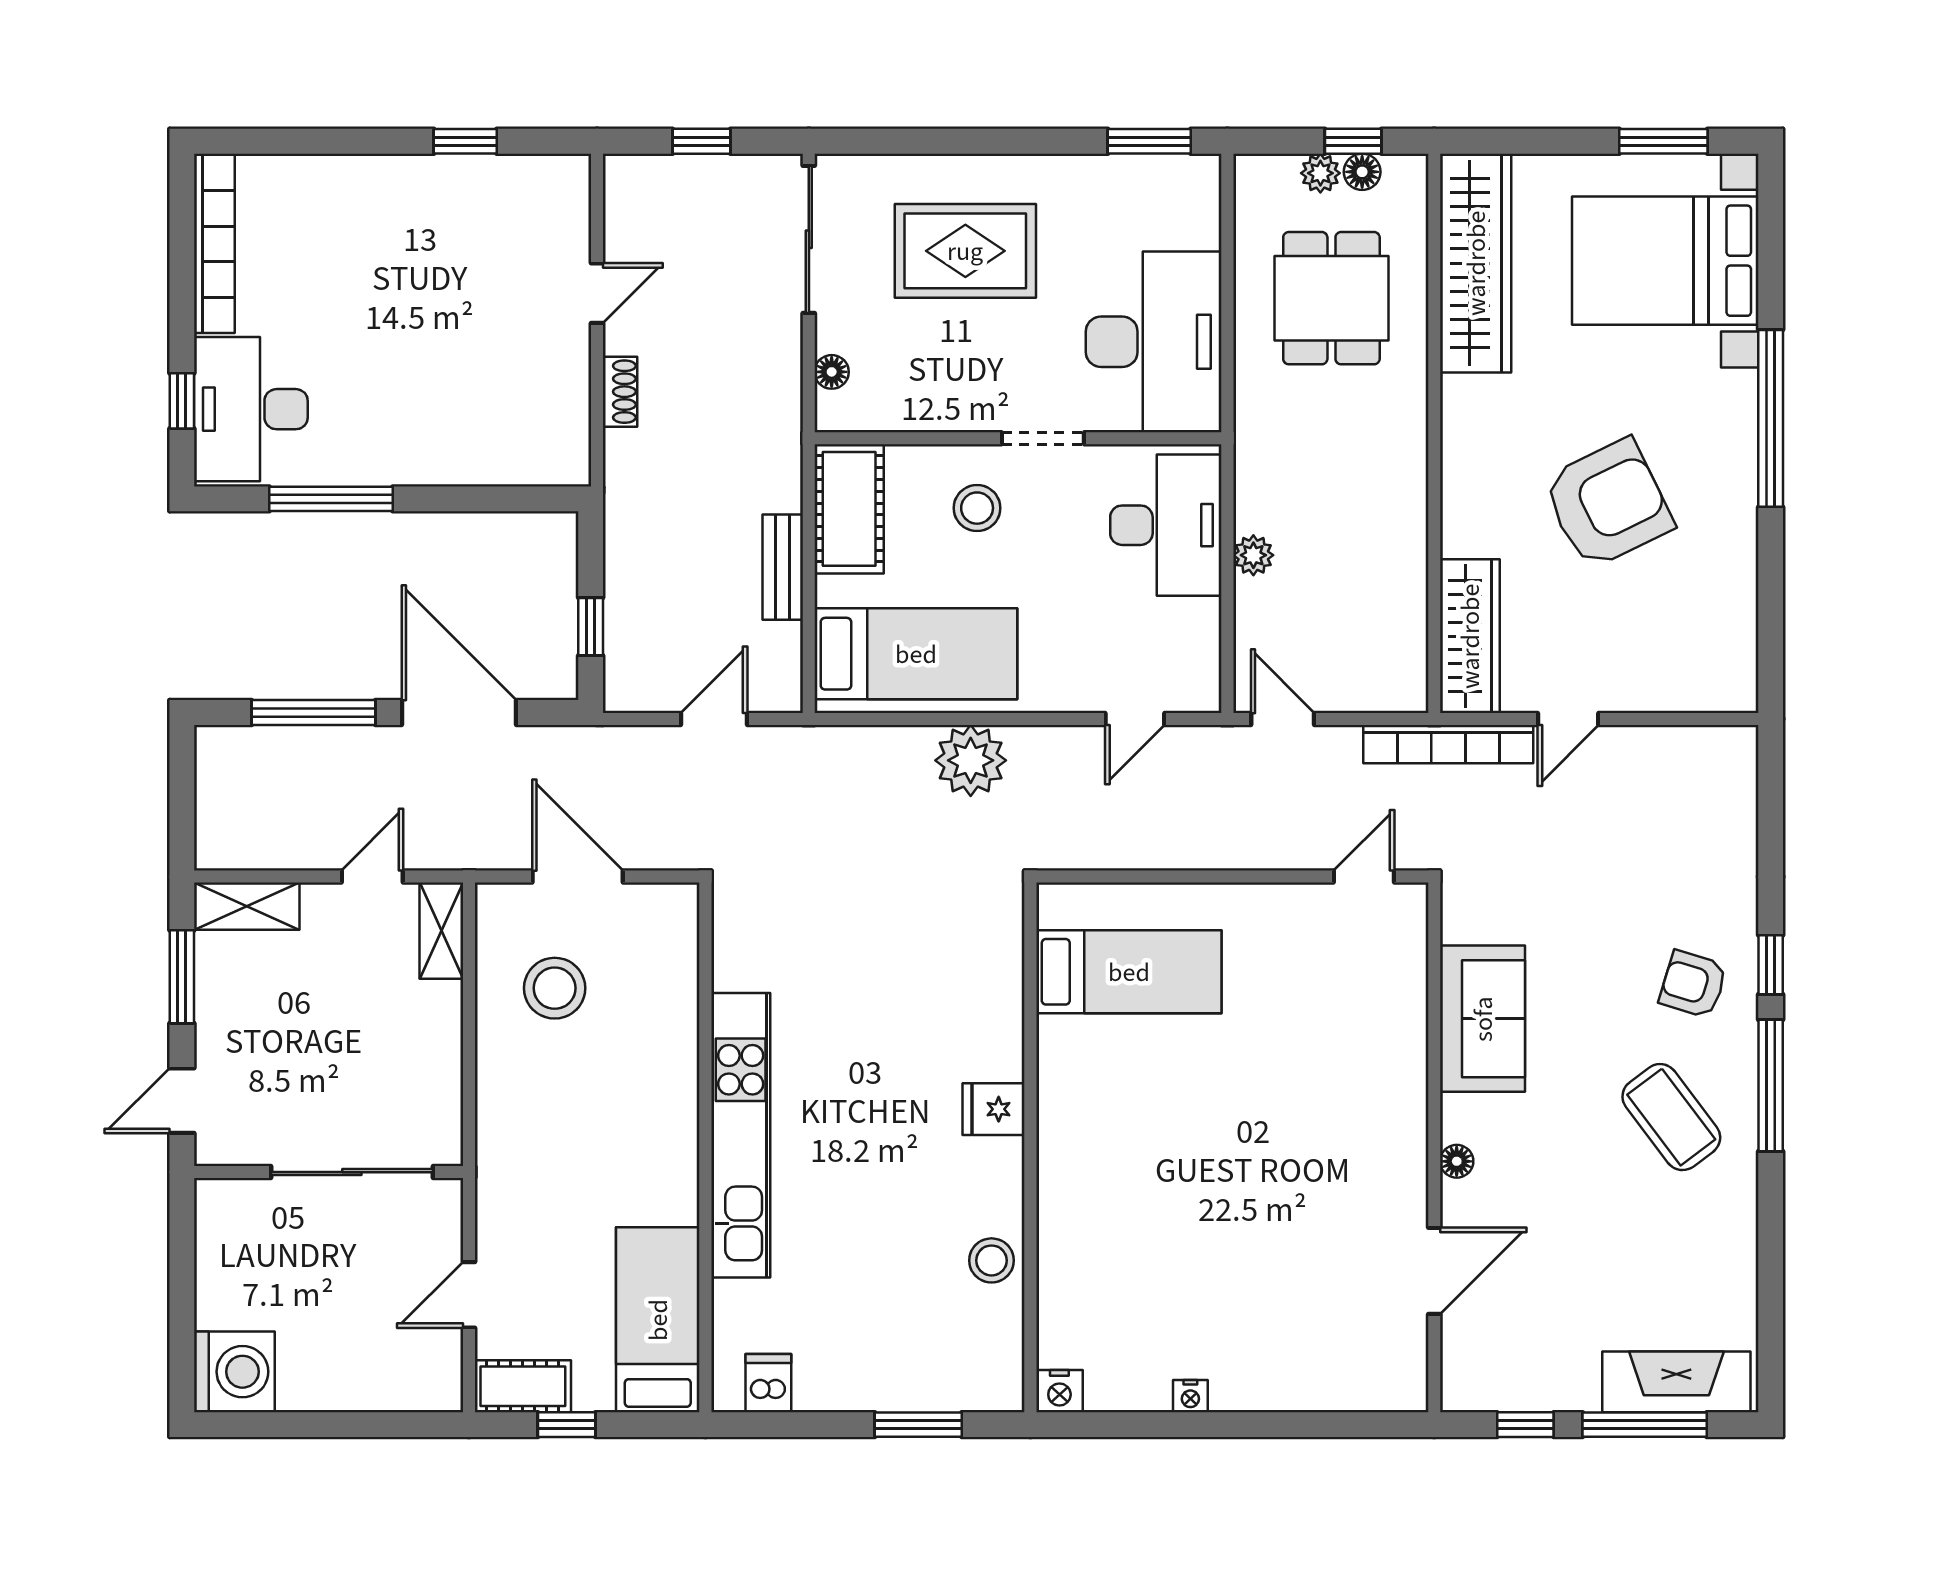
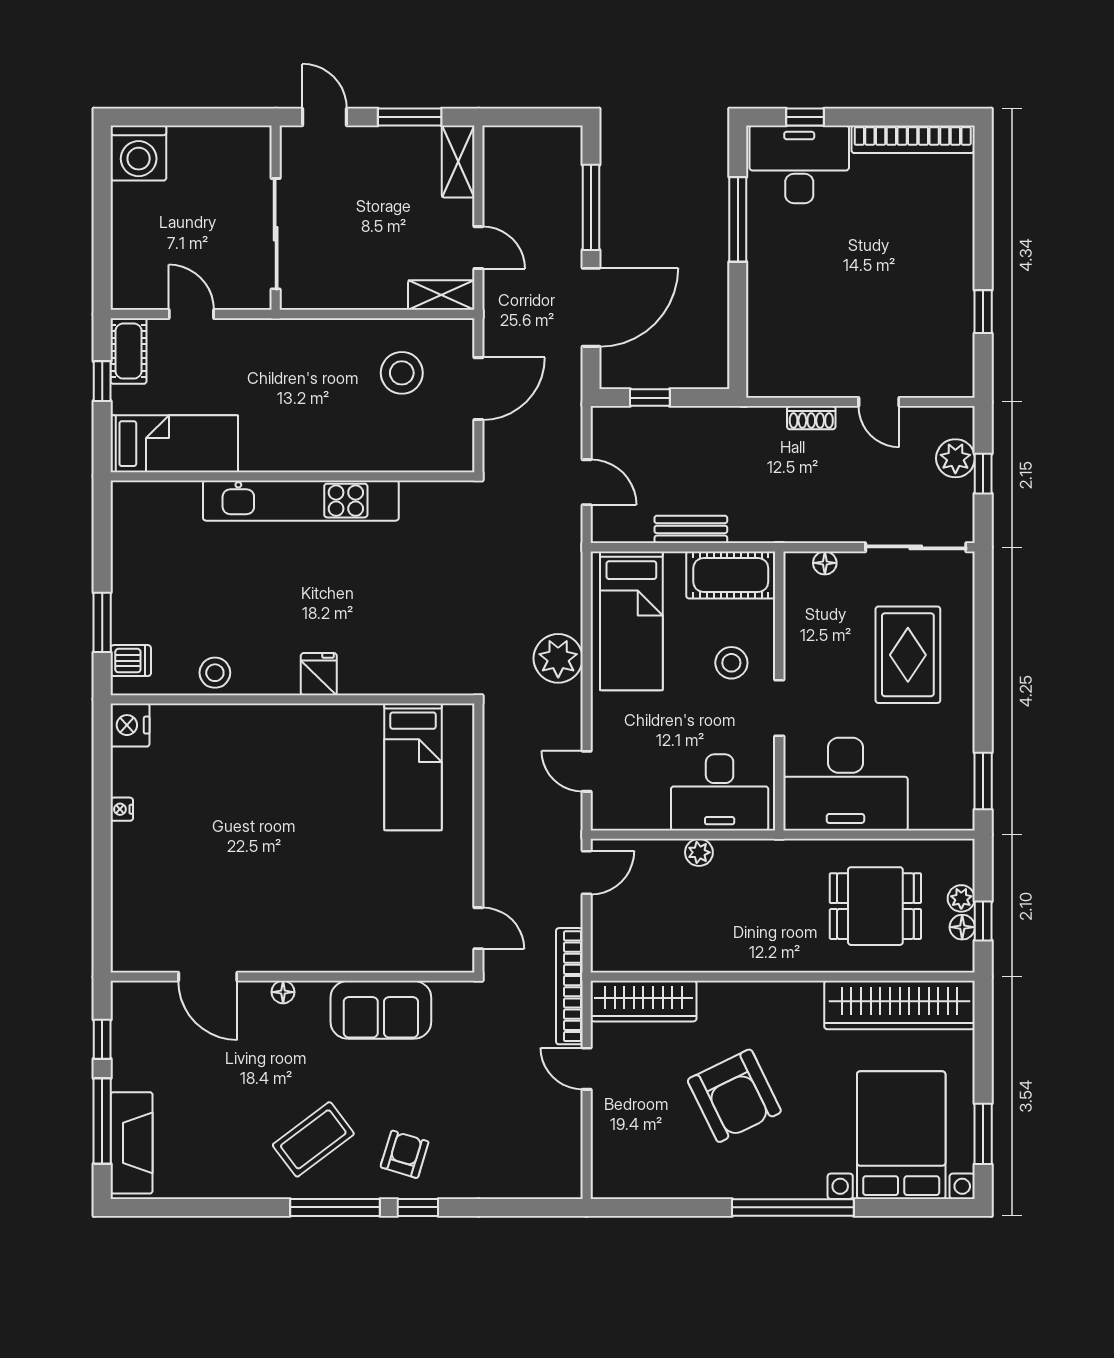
plant: (679, 182) -> (955, 458), added
dishwasher: (768, 1383) -> (131, 661), moved
nightstand: (1059, 1391) -> (130, 725), width x1.36, depth x1.33

